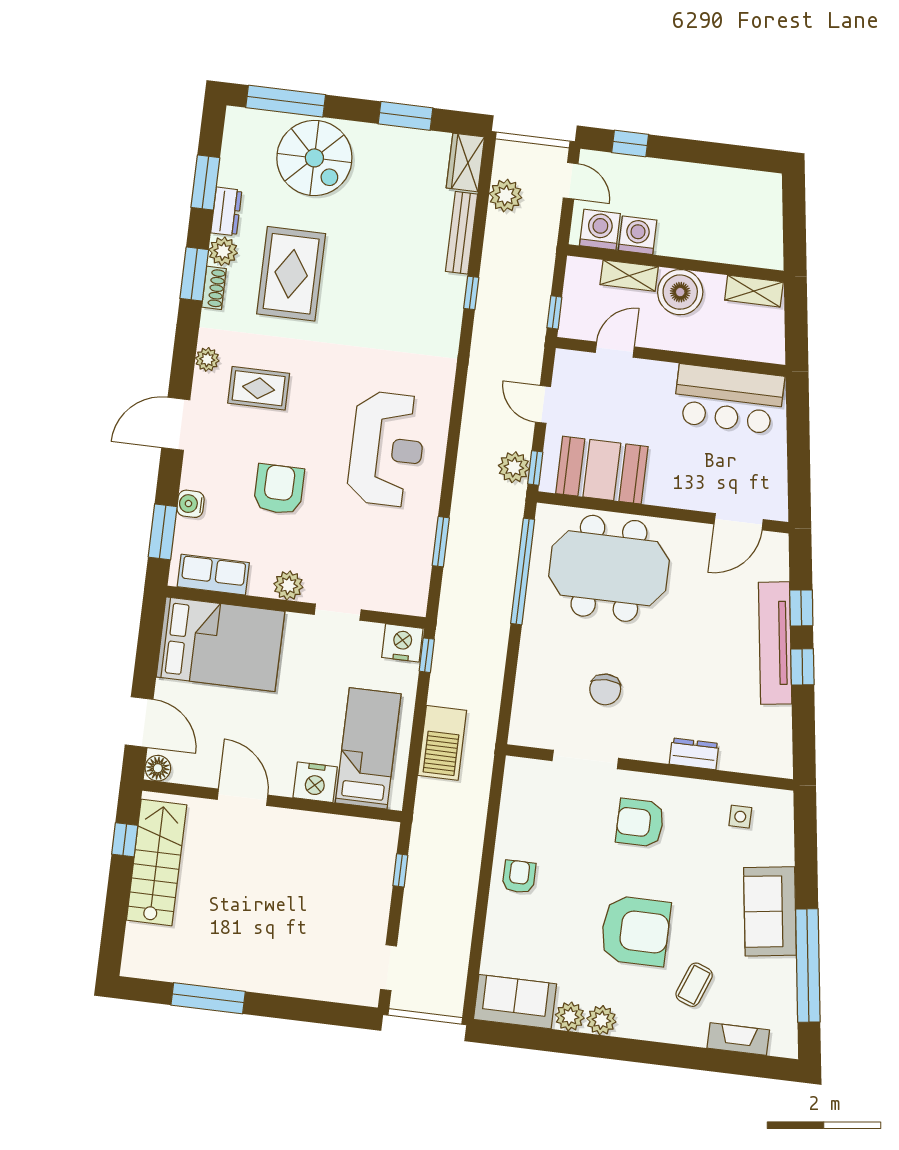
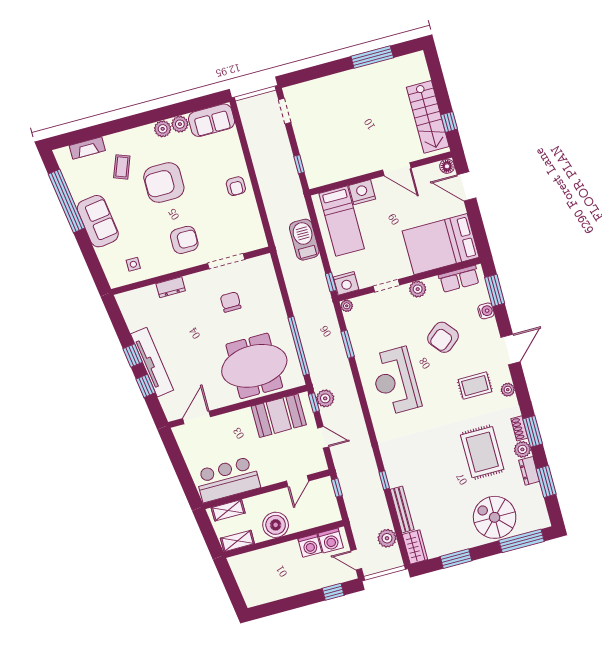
shelving: (629, 276) -> (228, 510), moved
armchair: (279, 489) -> (443, 337), turned 51
plant: (416, 605) -> (347, 306), added

